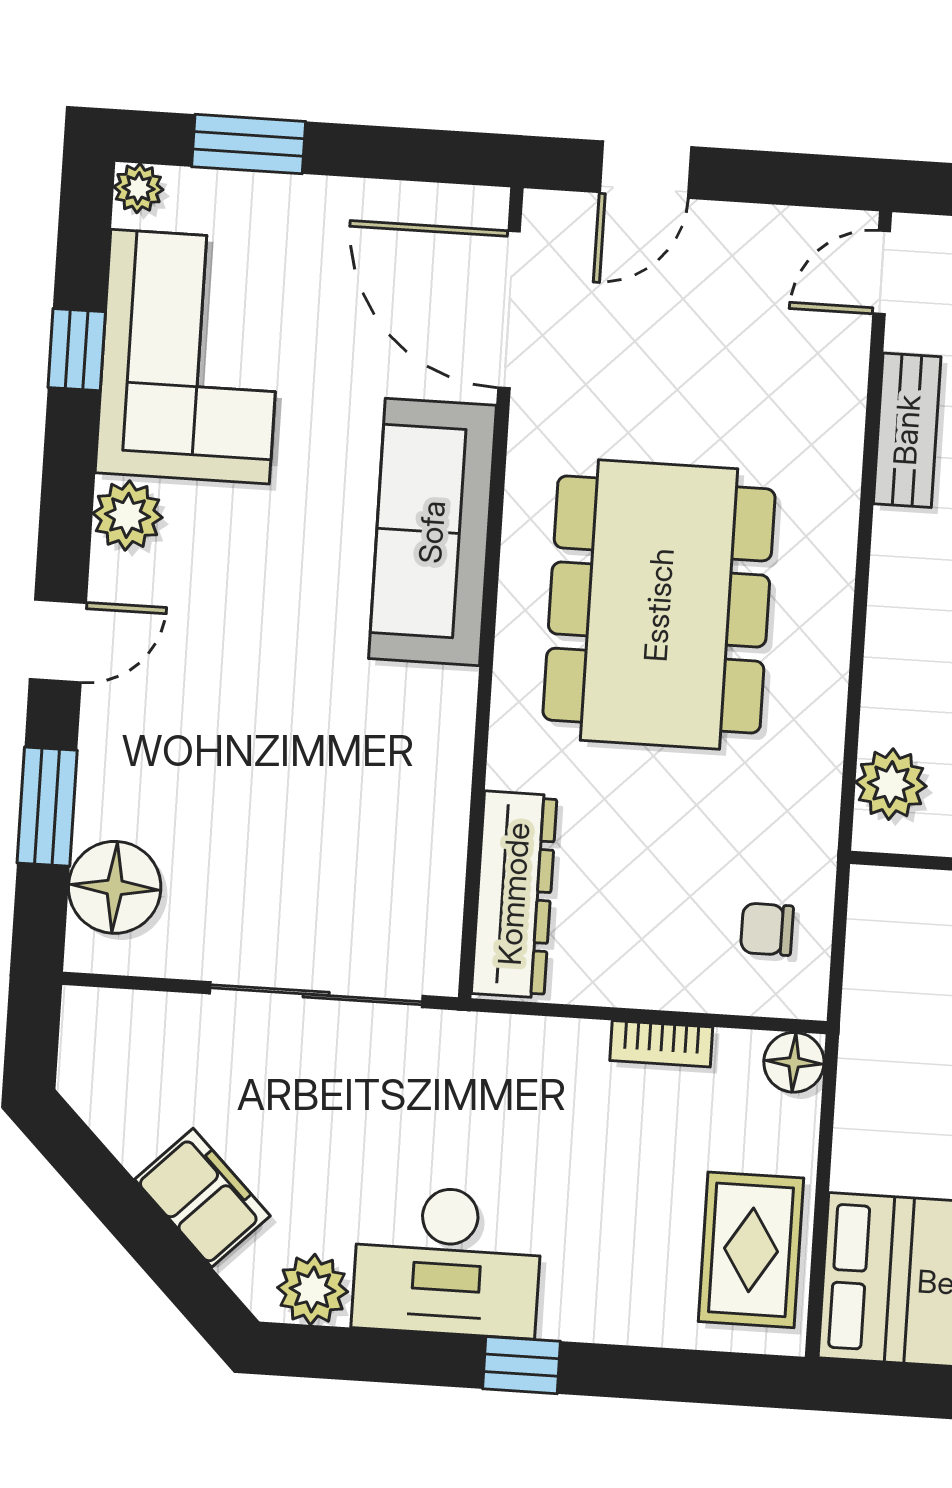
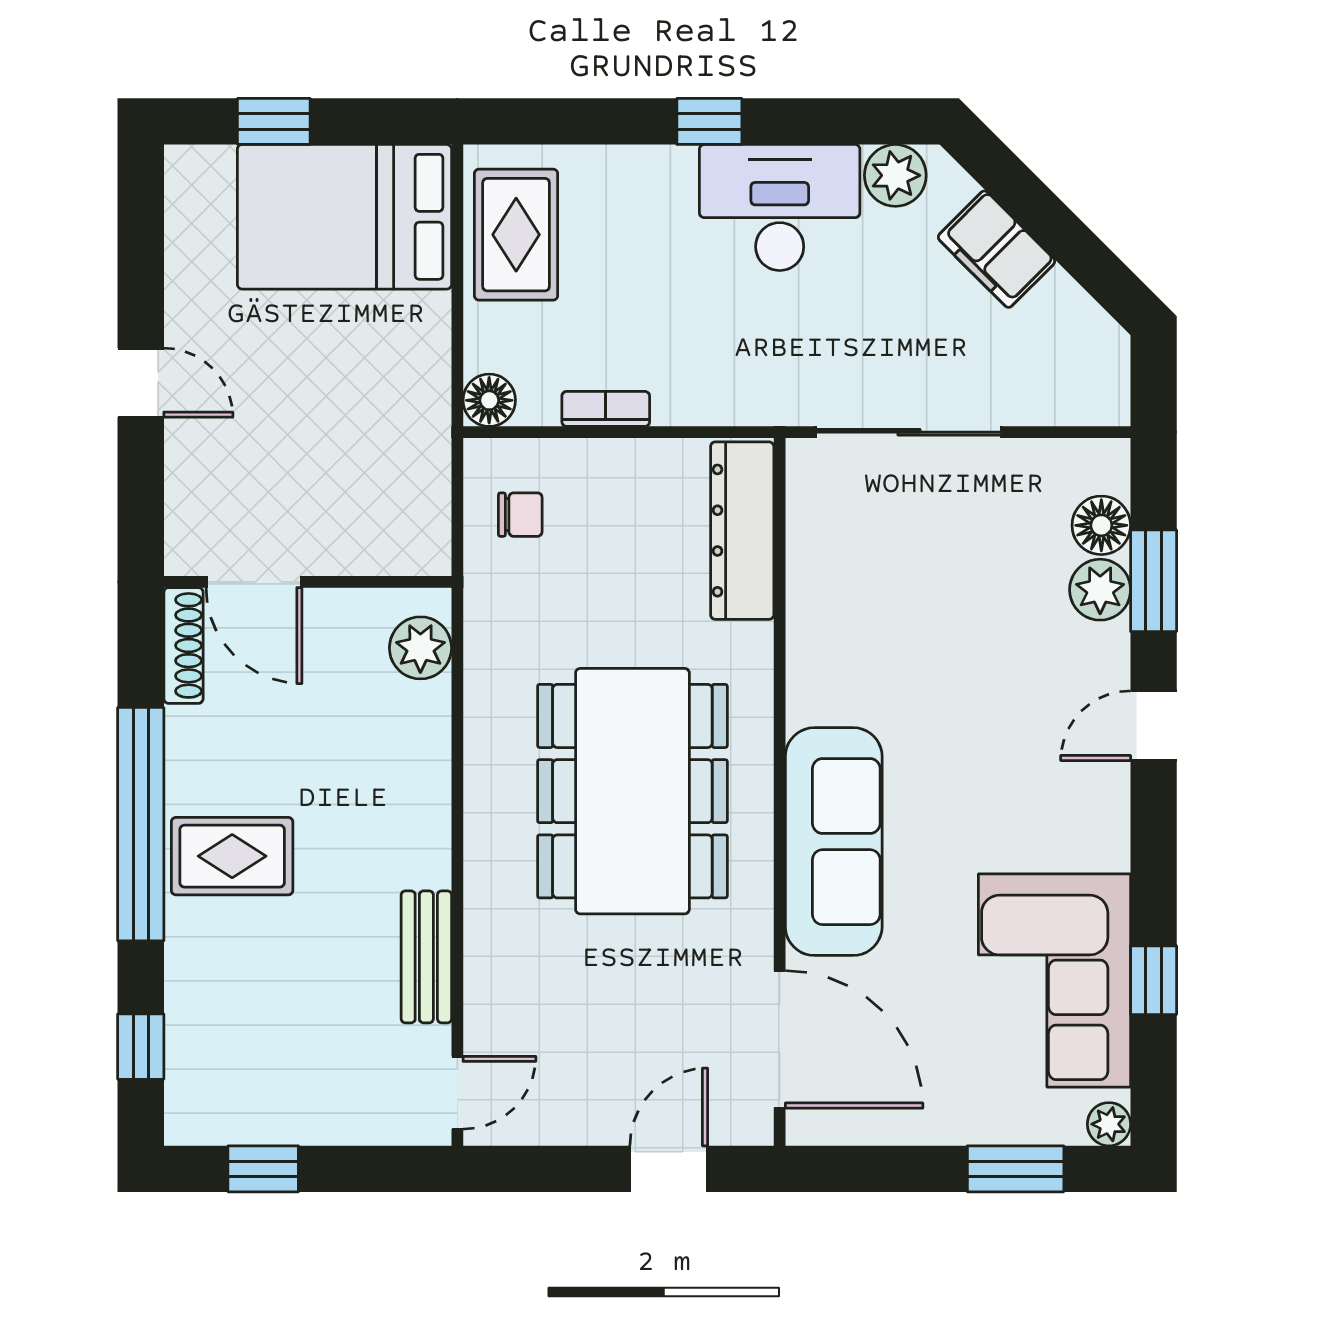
plant: (127, 515) -> (1100, 590), moved
floor lamp: (115, 887) -> (1101, 525), width x0.73, depth x0.73

